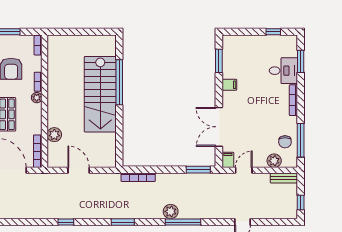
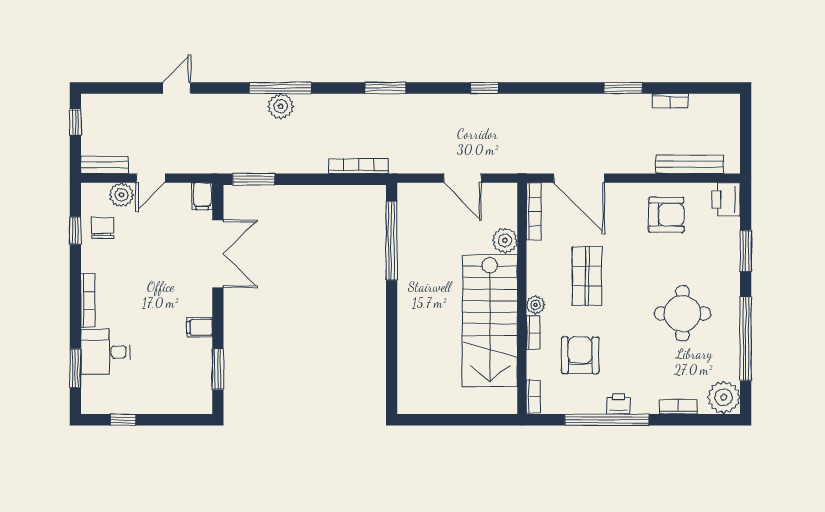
window: (119, 82) -> (392, 241), moved
stairs: (100, 94) -> (490, 321), moved, turned 180
window: (301, 140) -> (75, 231), width x0.46
door: (244, 170) -> (151, 178), moved
plant: (171, 211) -> (281, 106), moved

